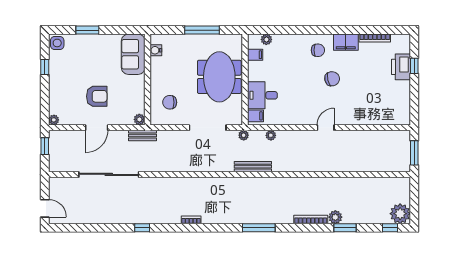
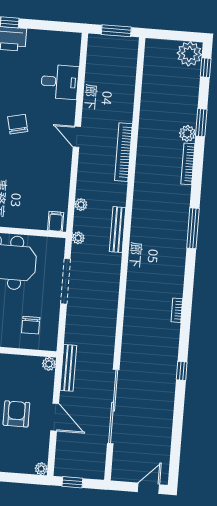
desk: (262, 95) -> (60, 82), moved, turned -90
bench: (142, 135) -> (68, 368), width x1.36
bookcase: (316, 166) -> (123, 152), added

